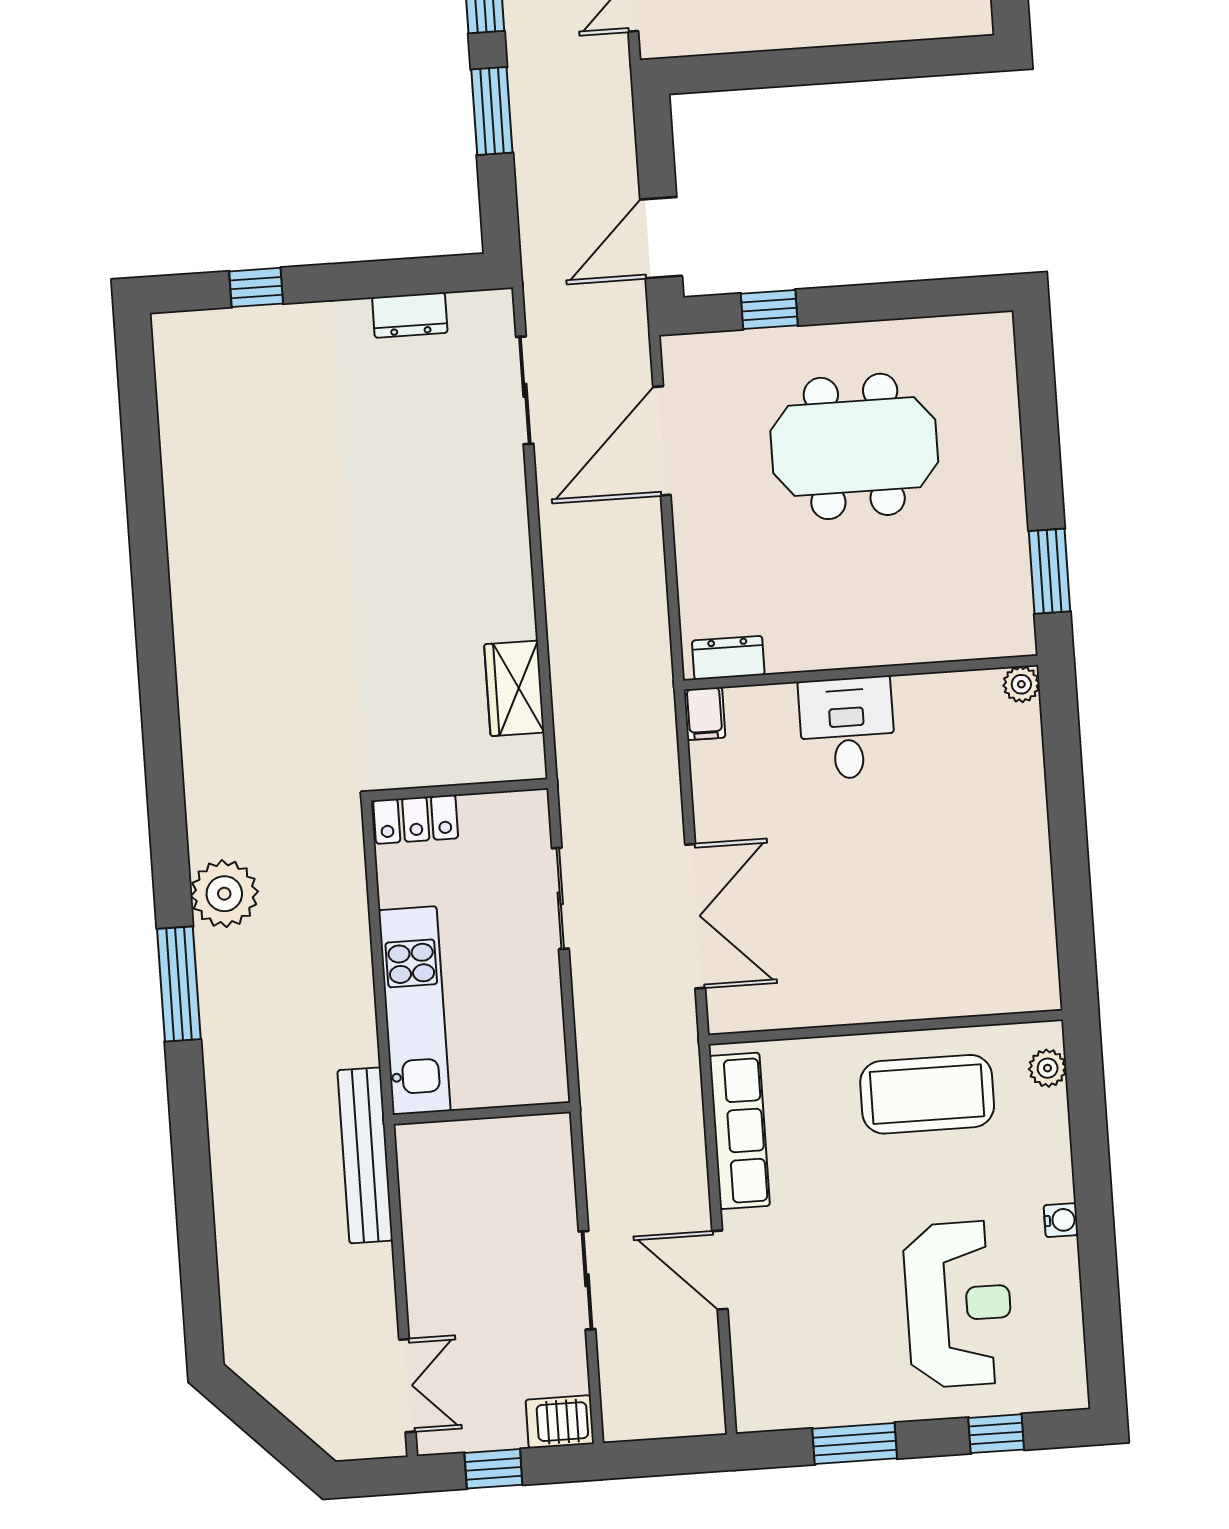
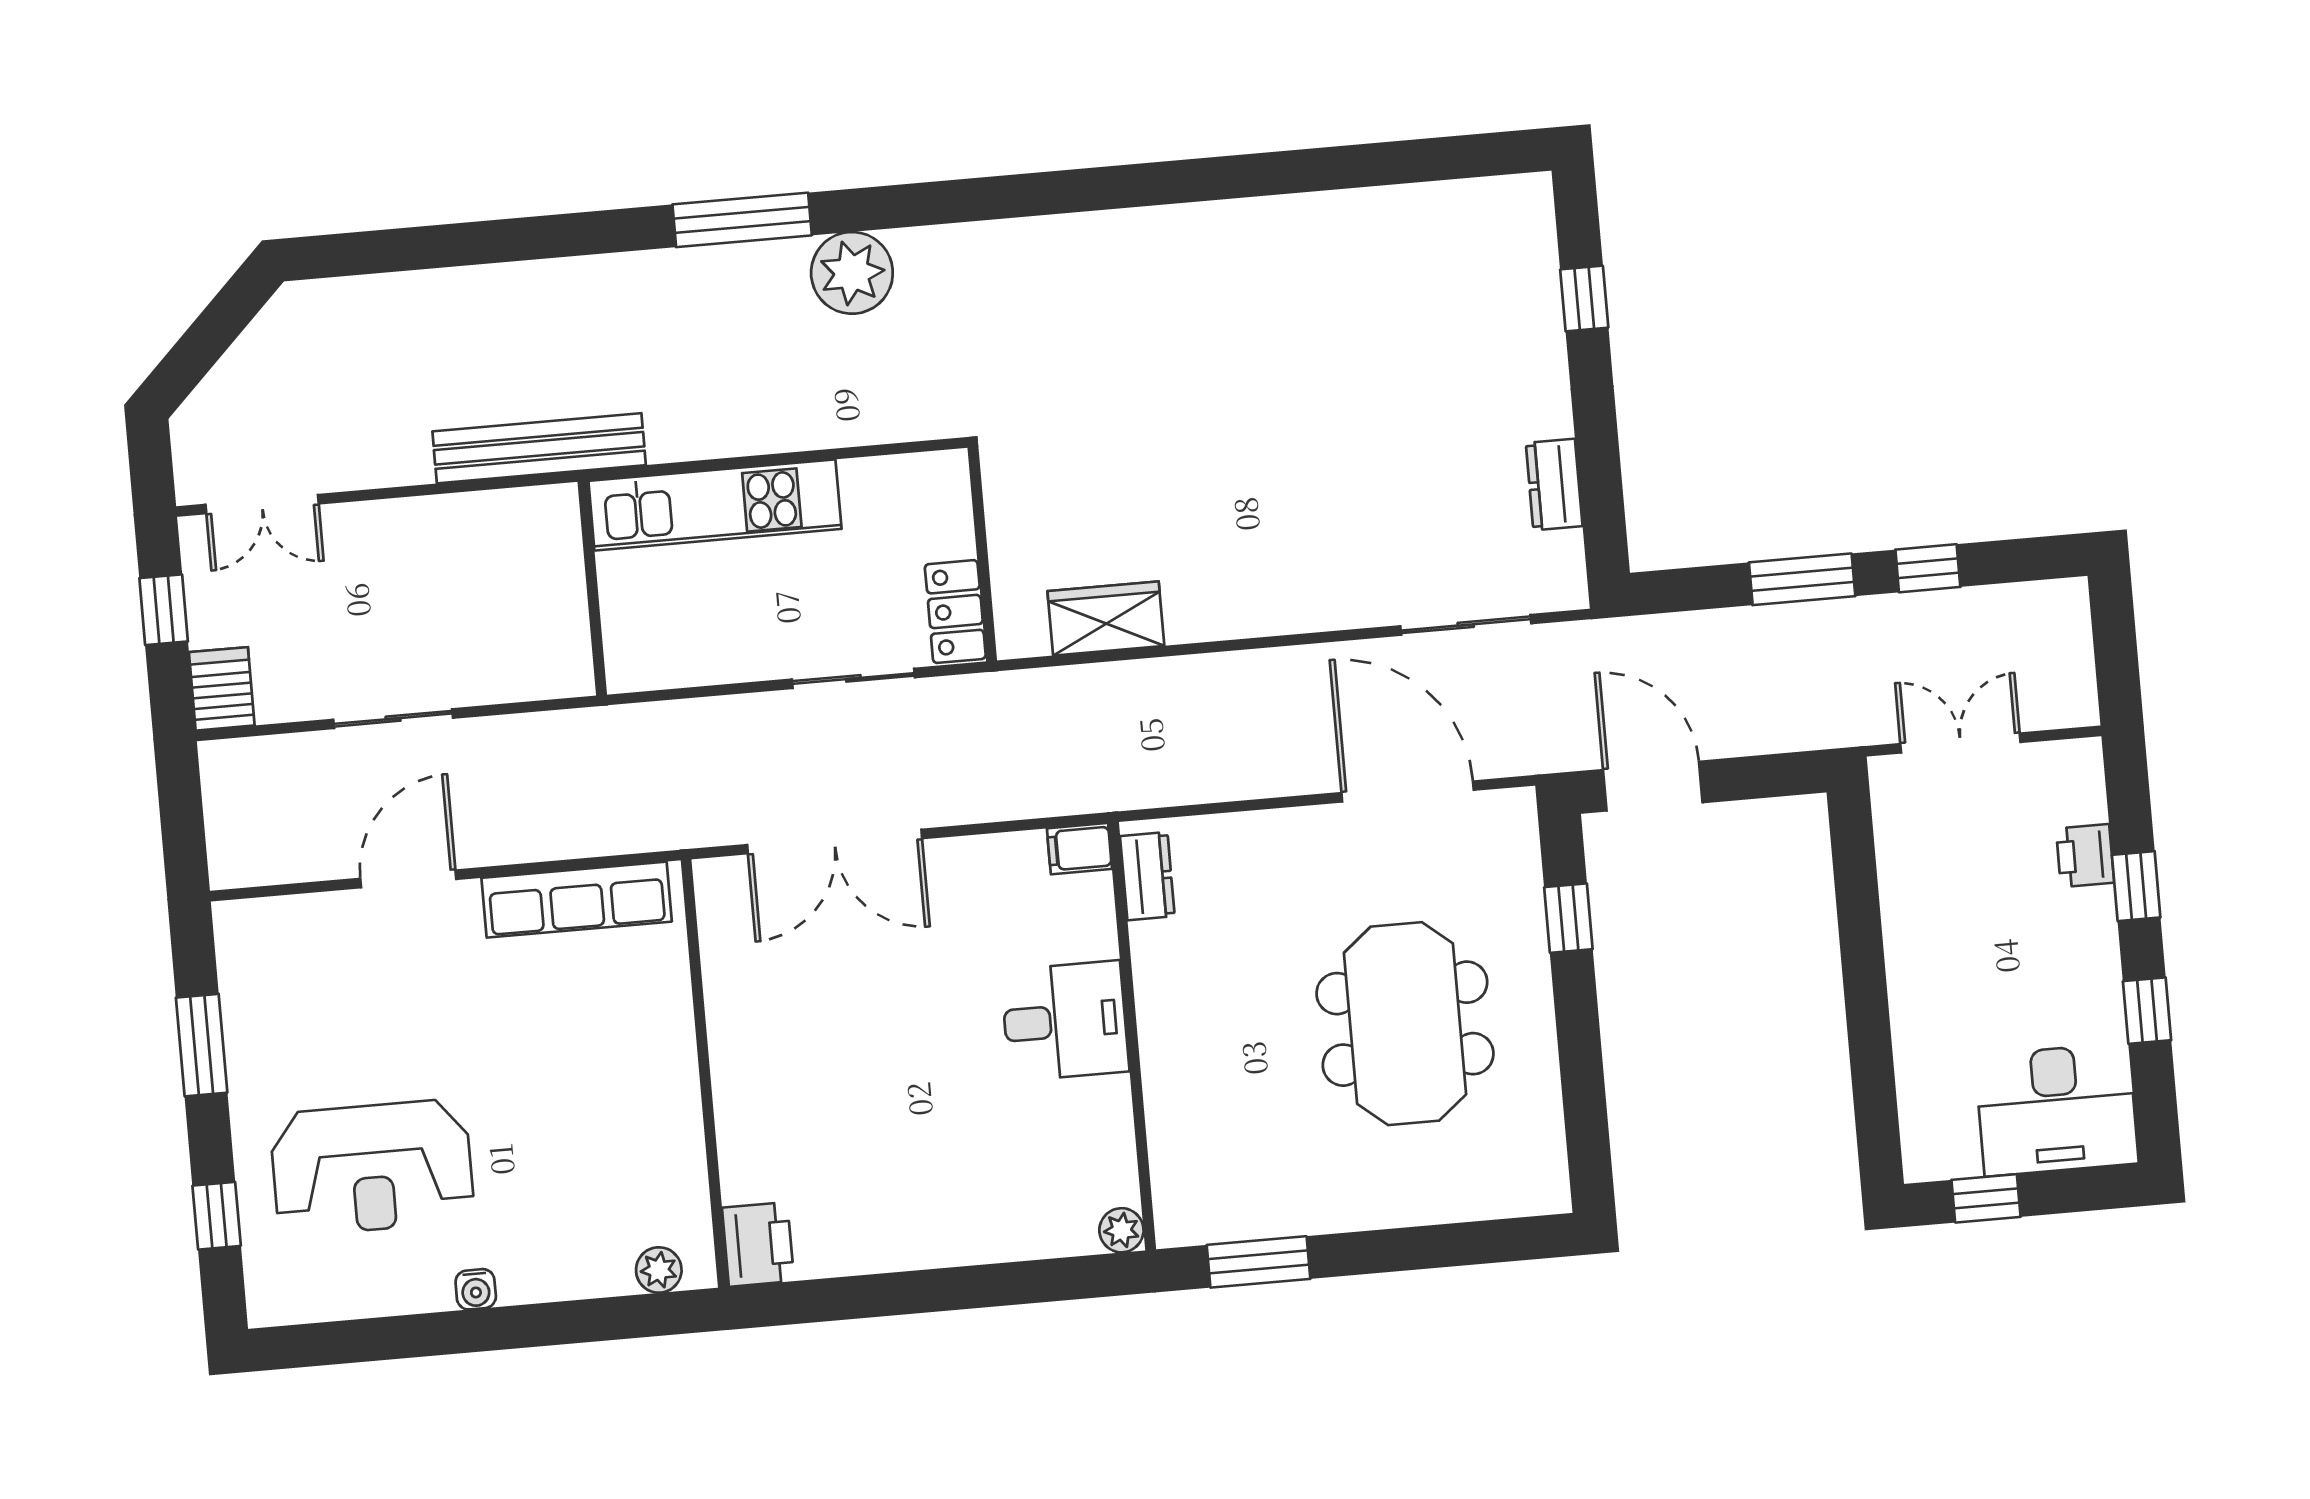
locker: (416, 819) -> (955, 612), moved
printer: (1028, 986) -> (758, 1244), added
coffee table: (927, 1094) -> (625, 1125), removed

